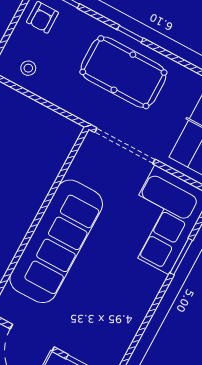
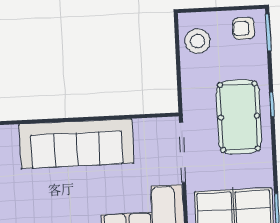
stool: (28, 68) -> (198, 41), width x1.89, depth x1.89

